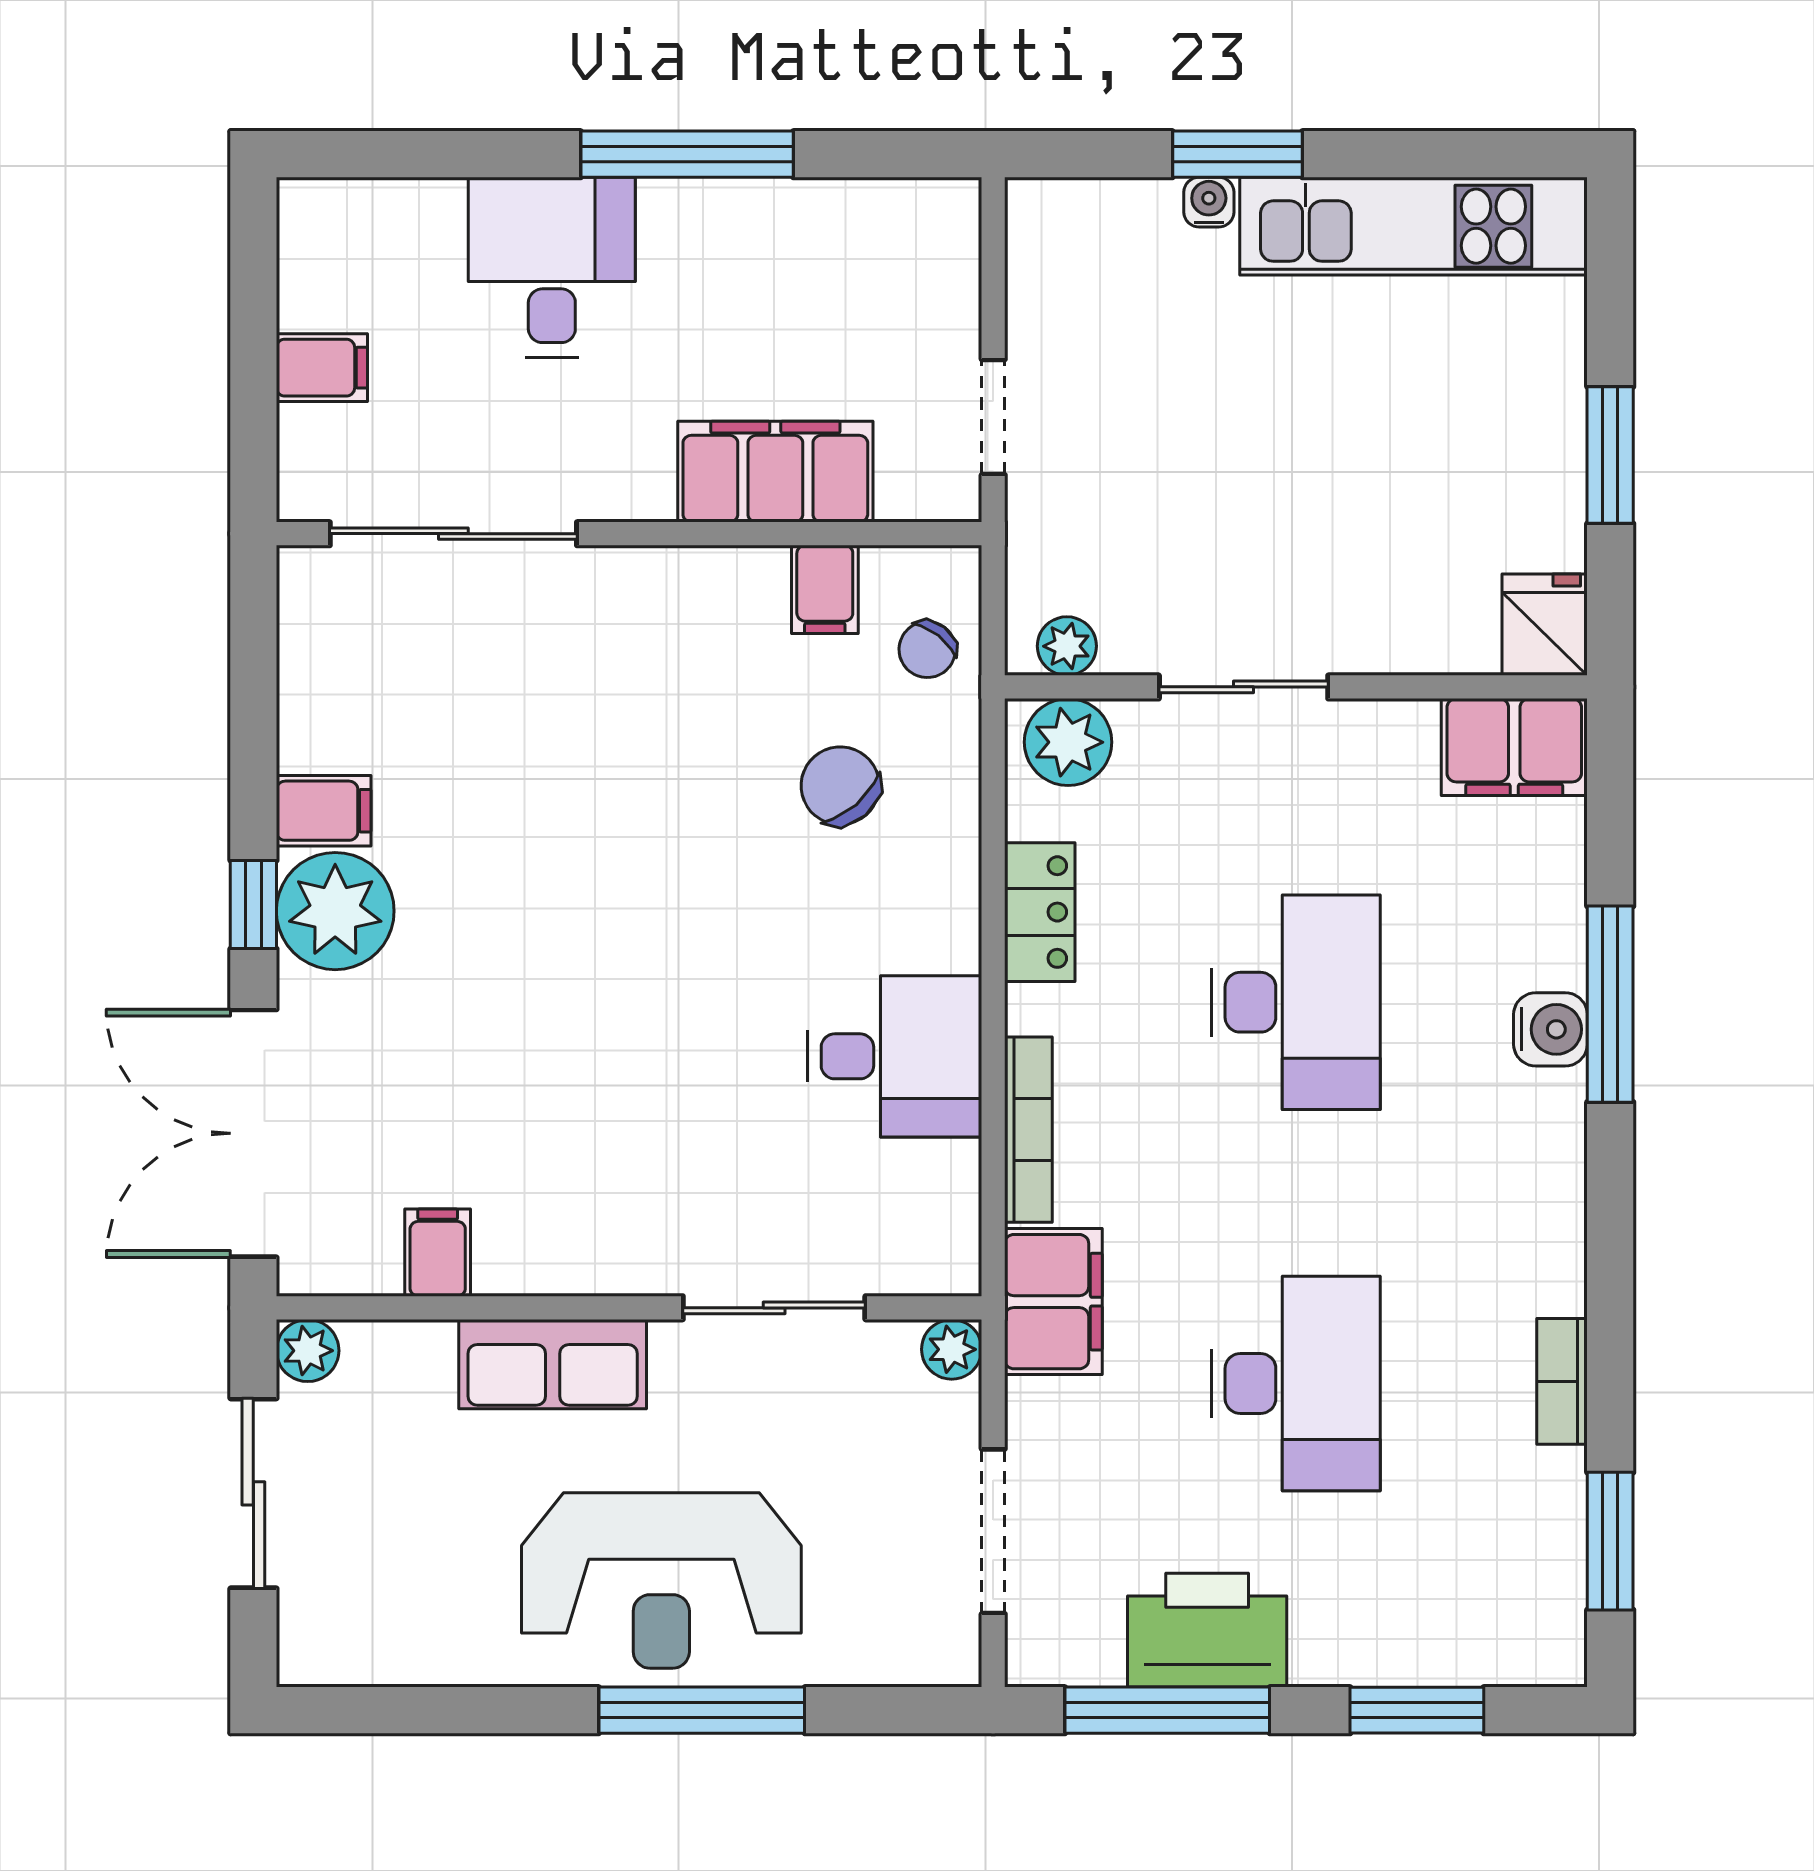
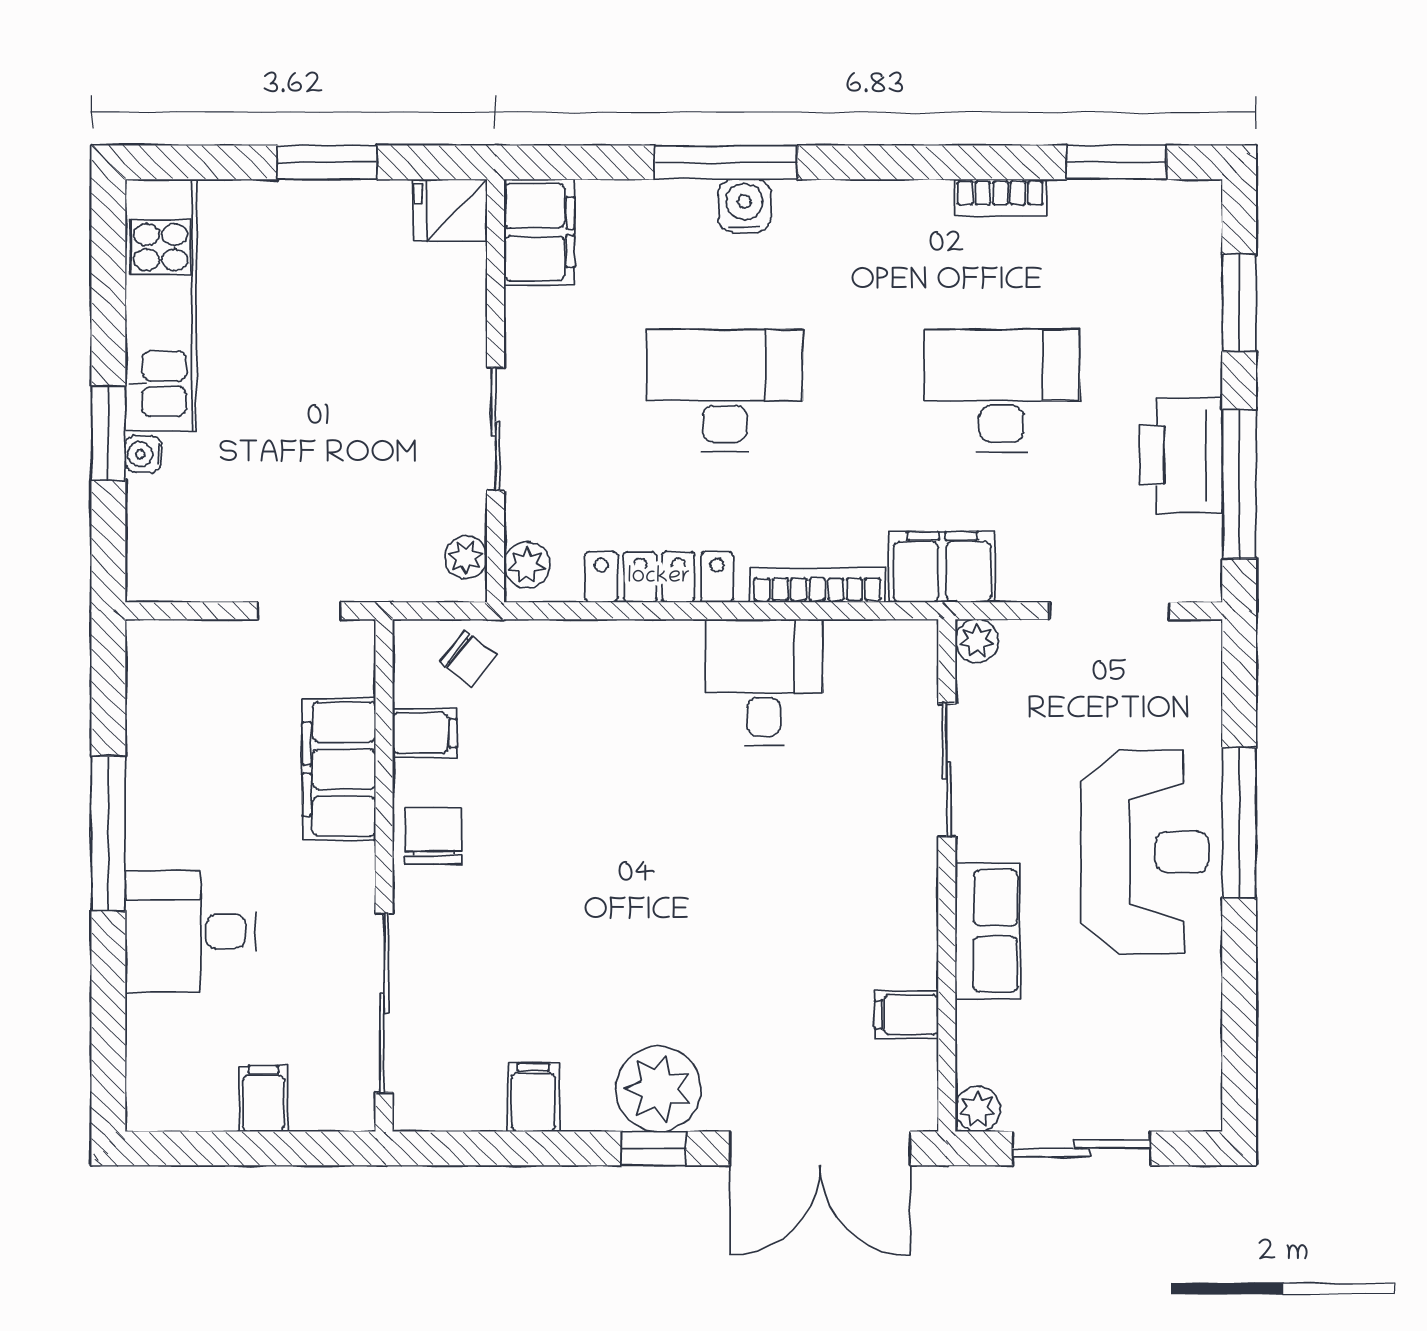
plant: (1068, 742) -> (527, 565), width x0.73, depth x0.73
chair: (840, 786) -> (434, 836), moved, turned 131
filing cabinet: (324, 811) -> (533, 1097), moved
locker: (1040, 912) -> (659, 577), width x1.53

